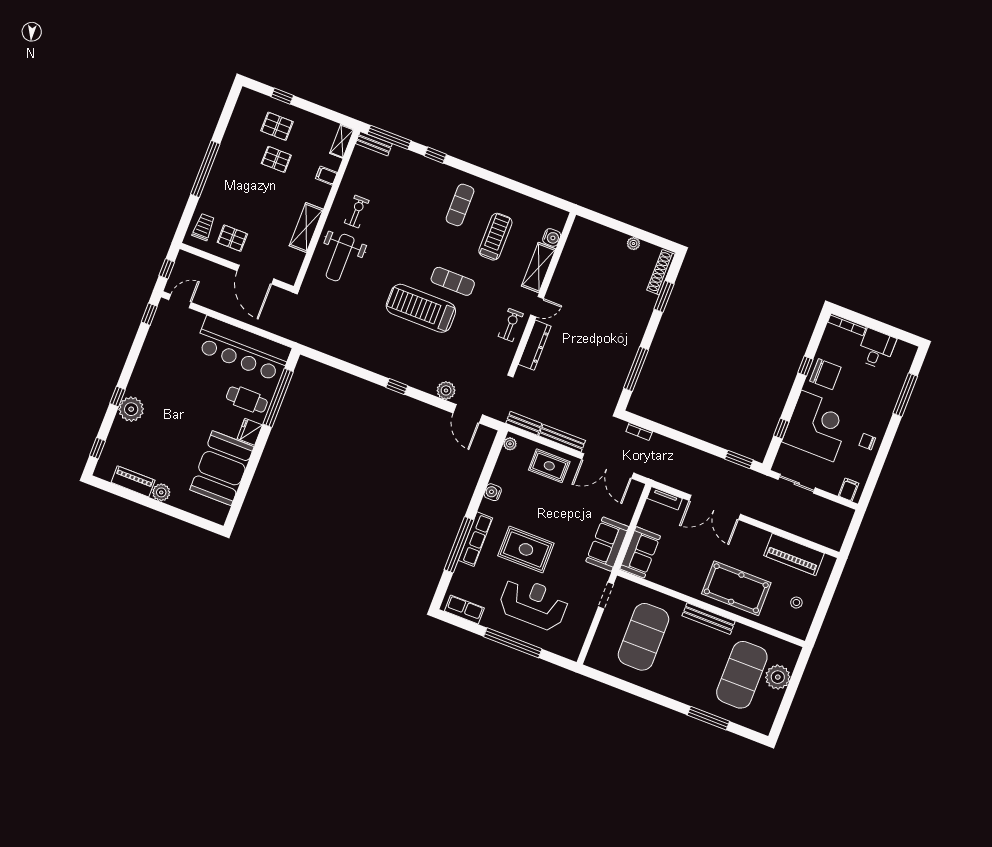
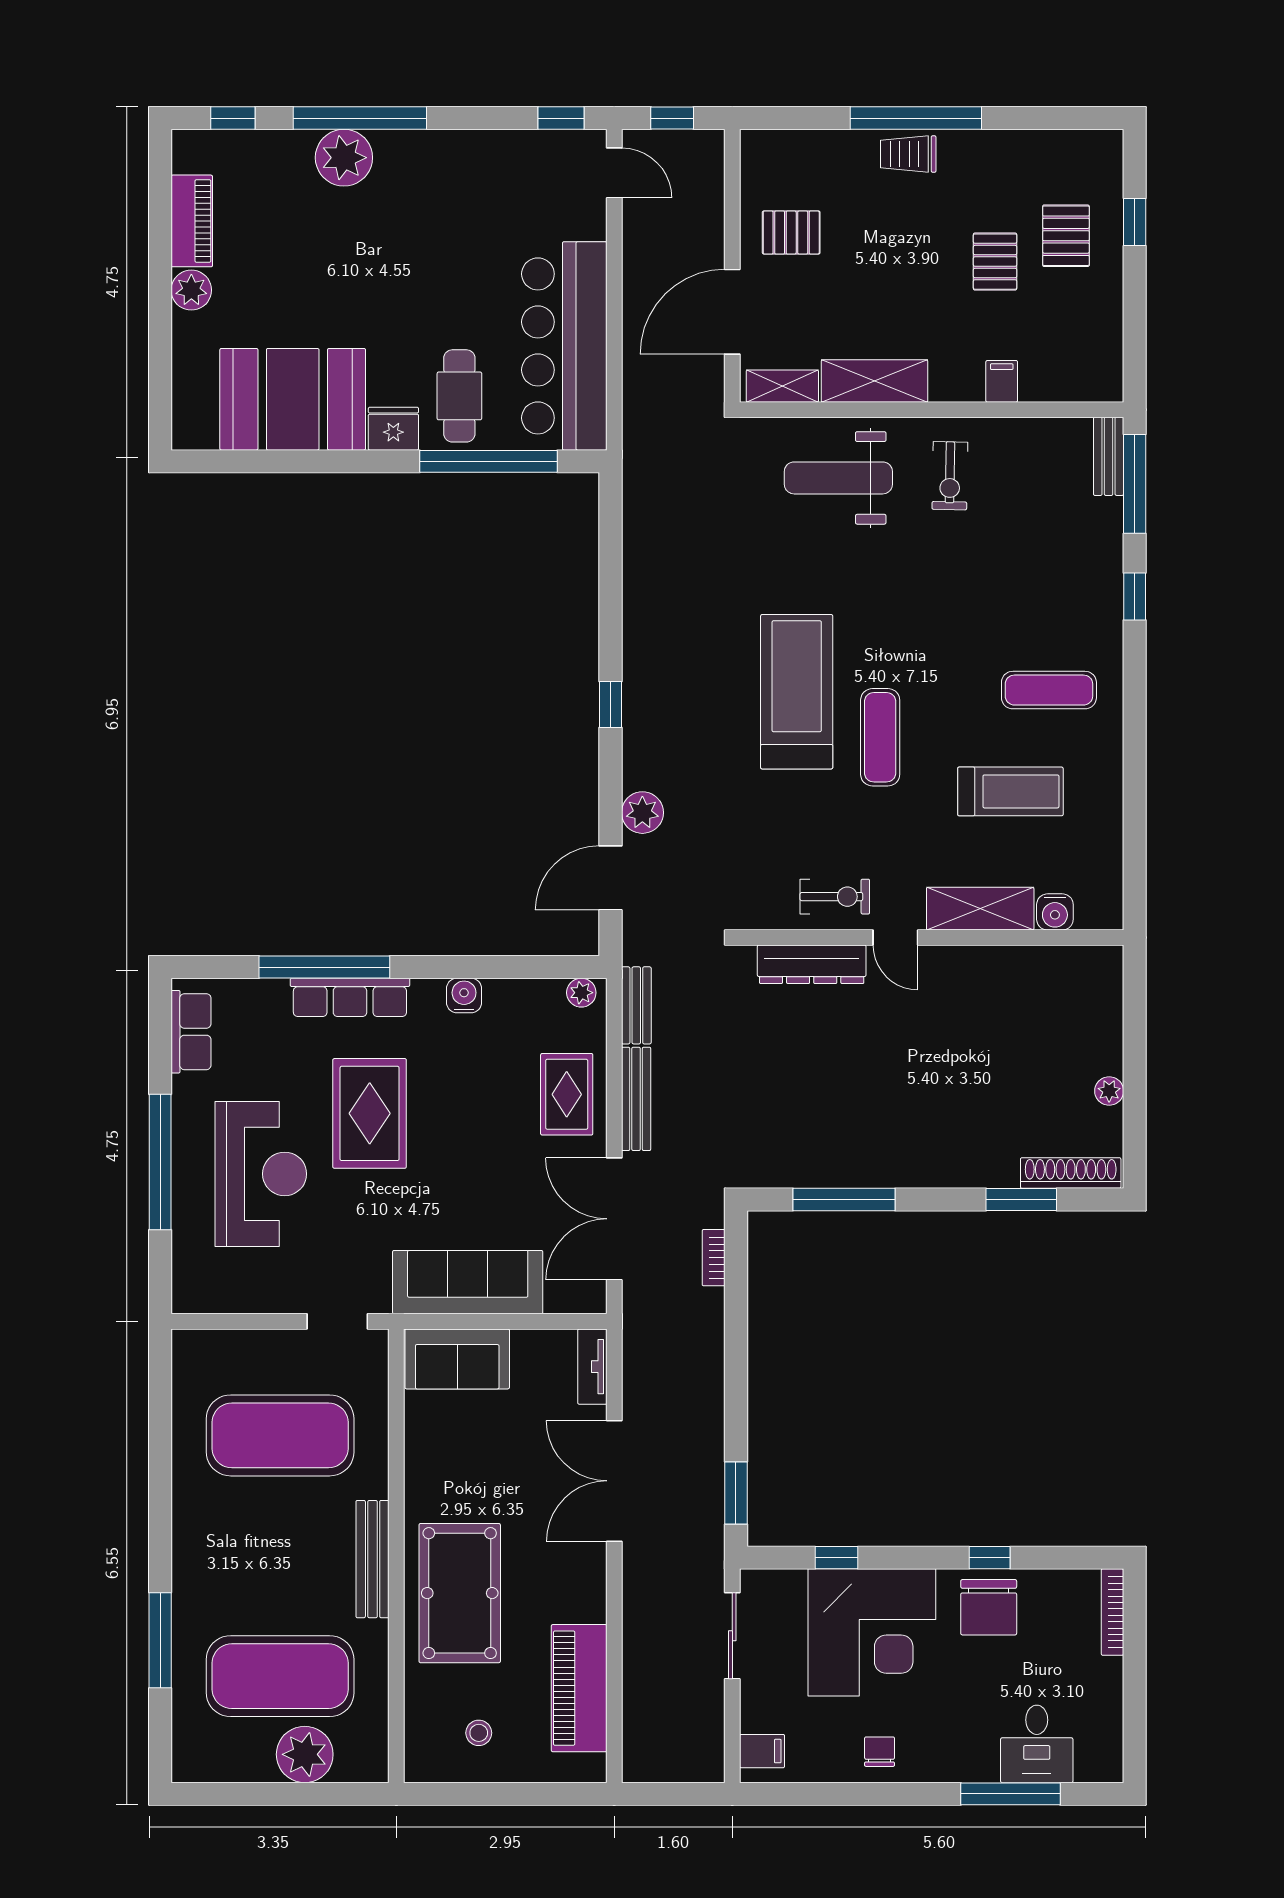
shelving: (342, 141) -> (782, 386), moved
exercise bike: (357, 212) -> (950, 476), turned 91
trolley: (203, 227) -> (908, 154), moved, turned 180
pallet: (232, 238) -> (791, 232), turned 90
desk: (876, 349) -> (1037, 1744), moved, turned 90
window: (118, 396) -> (360, 118), width x3.17
sofa: (607, 544) -> (468, 1282), width x1.36

